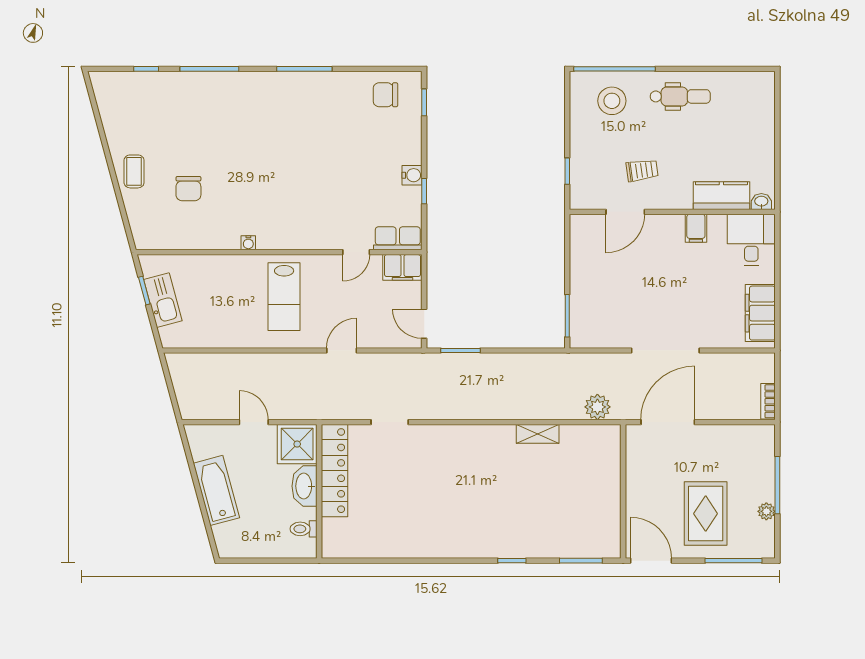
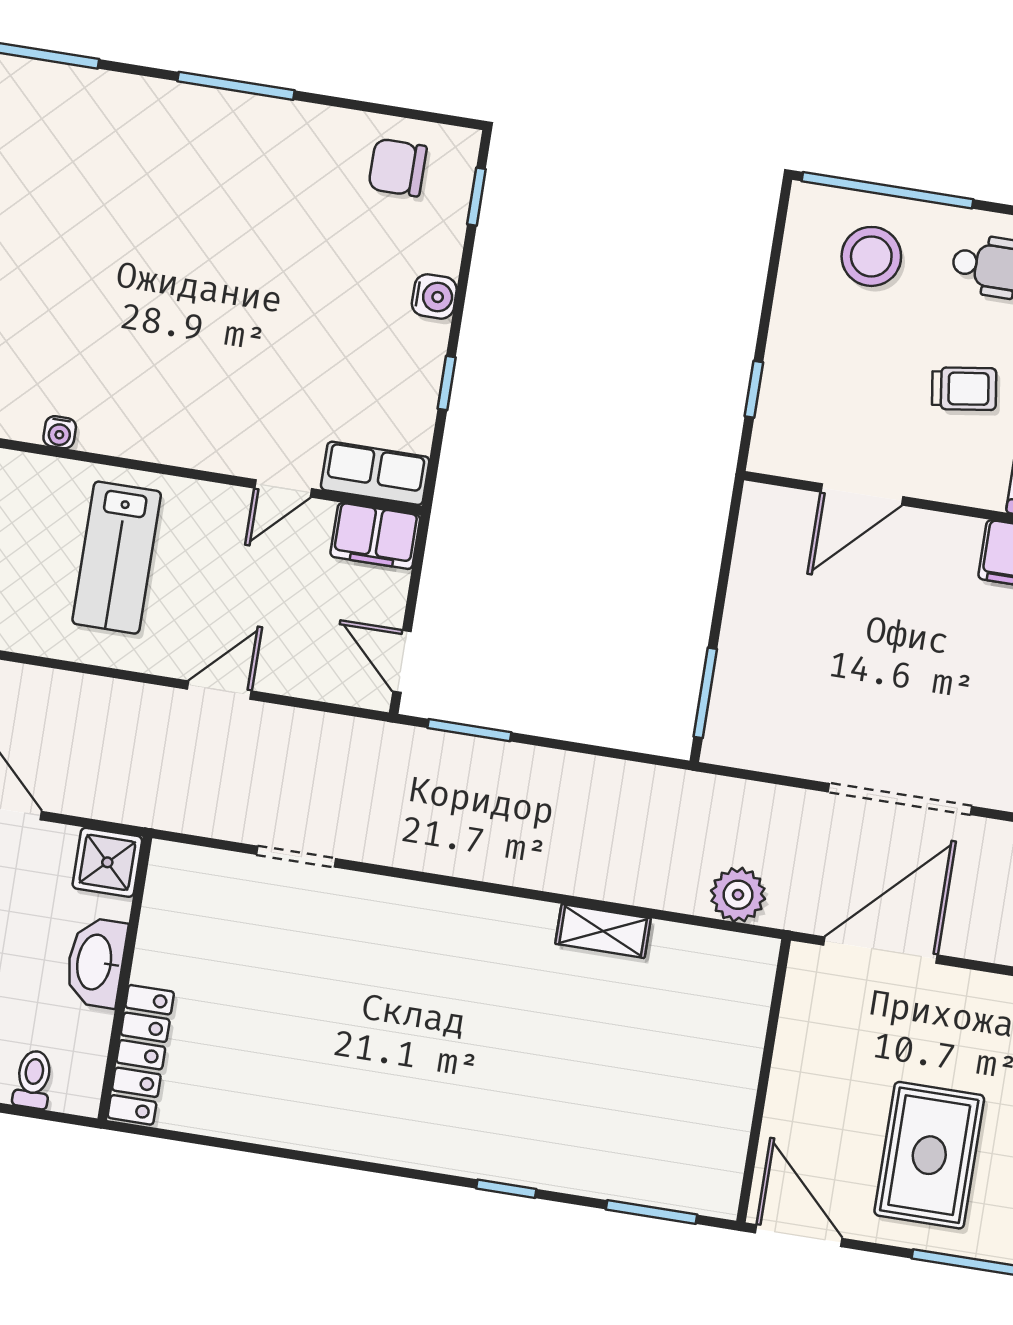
trolley: (642, 170) -> (964, 389), moved
water cooler: (412, 175) -> (434, 296), moved
shower: (297, 444) -> (107, 862), width x0.73, depth x0.73
locker: (335, 471) -> (141, 1055), moved, width x0.71, depth x0.83
toilet: (304, 529) -> (33, 1079), moved, turned 90

